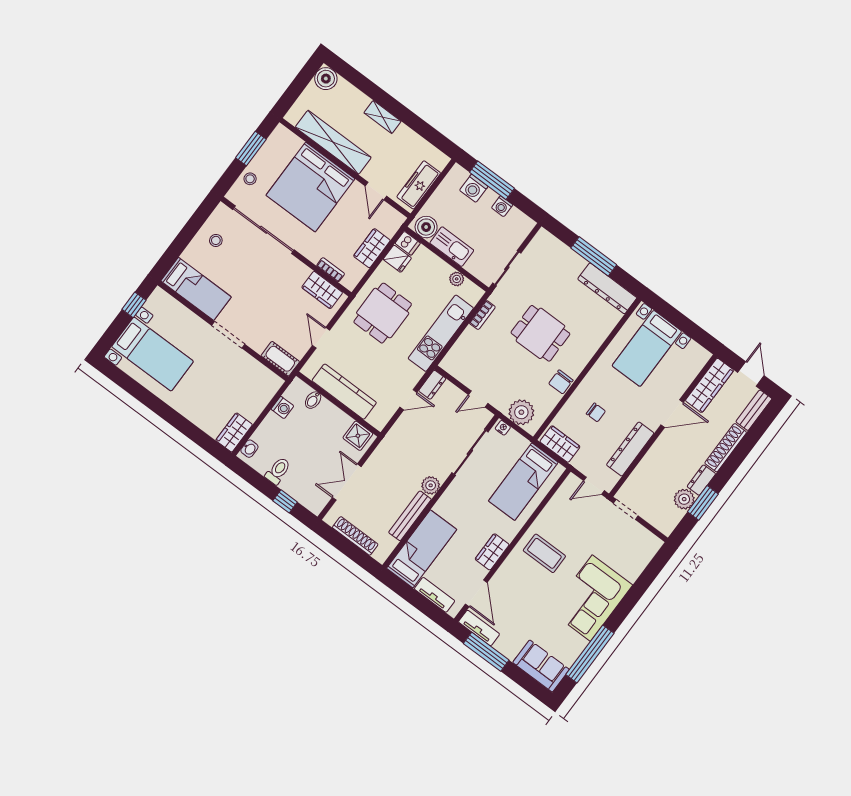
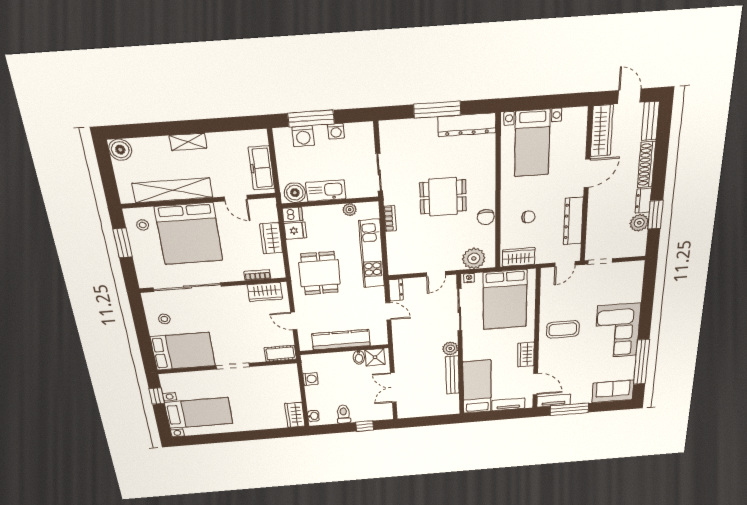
stool: (250, 179) -> (143, 225), moved
bed: (196, 289) -> (183, 351), width x1.50
bidet: (313, 400) -> (359, 357), moved
door: (408, 400) -> (388, 311), hinge flipped
bed: (523, 482) -> (505, 300), width x1.50
shoe rack: (355, 536) -> (427, 411), removed

